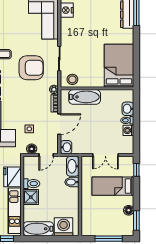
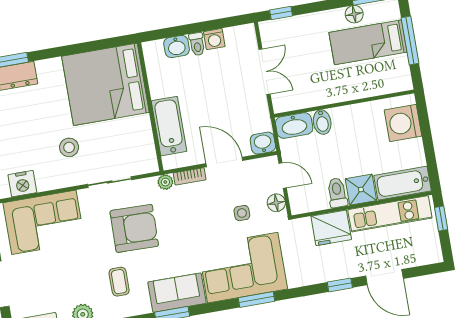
bed: (119, 66) -> (105, 84), width x1.36
armchair: (31, 68) -> (134, 228), turned 91
stool: (72, 79) -> (69, 147), moved
bed: (113, 186) -> (368, 42), moved, turned 90
bathtub: (38, 229) -> (403, 183), moved, turned 90

